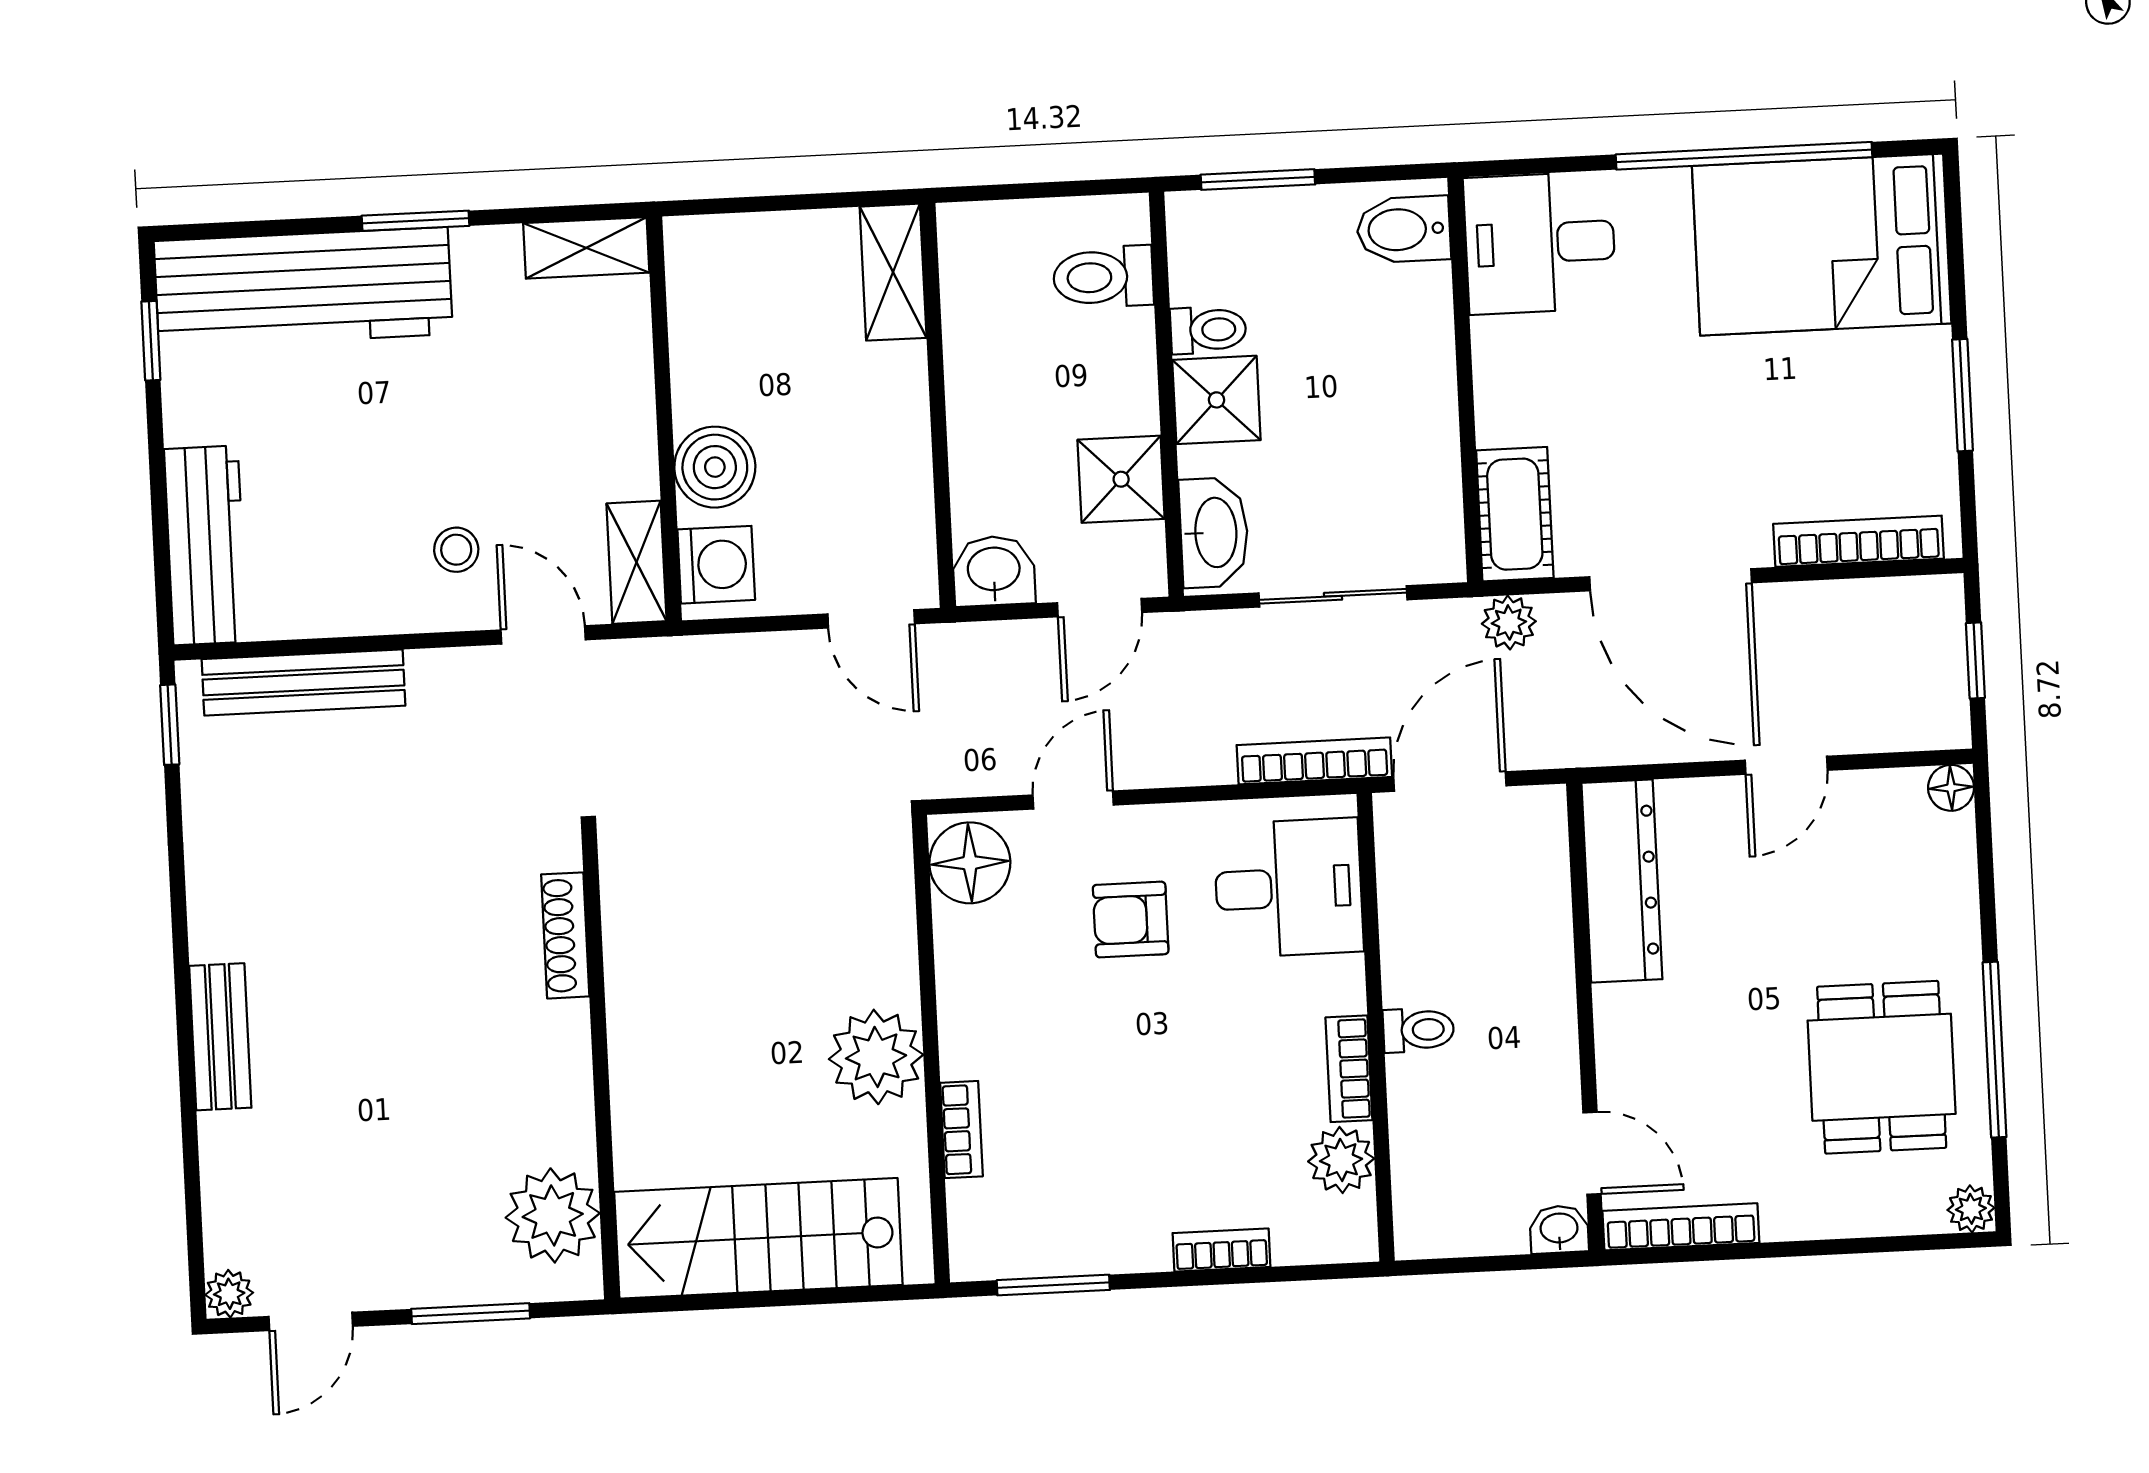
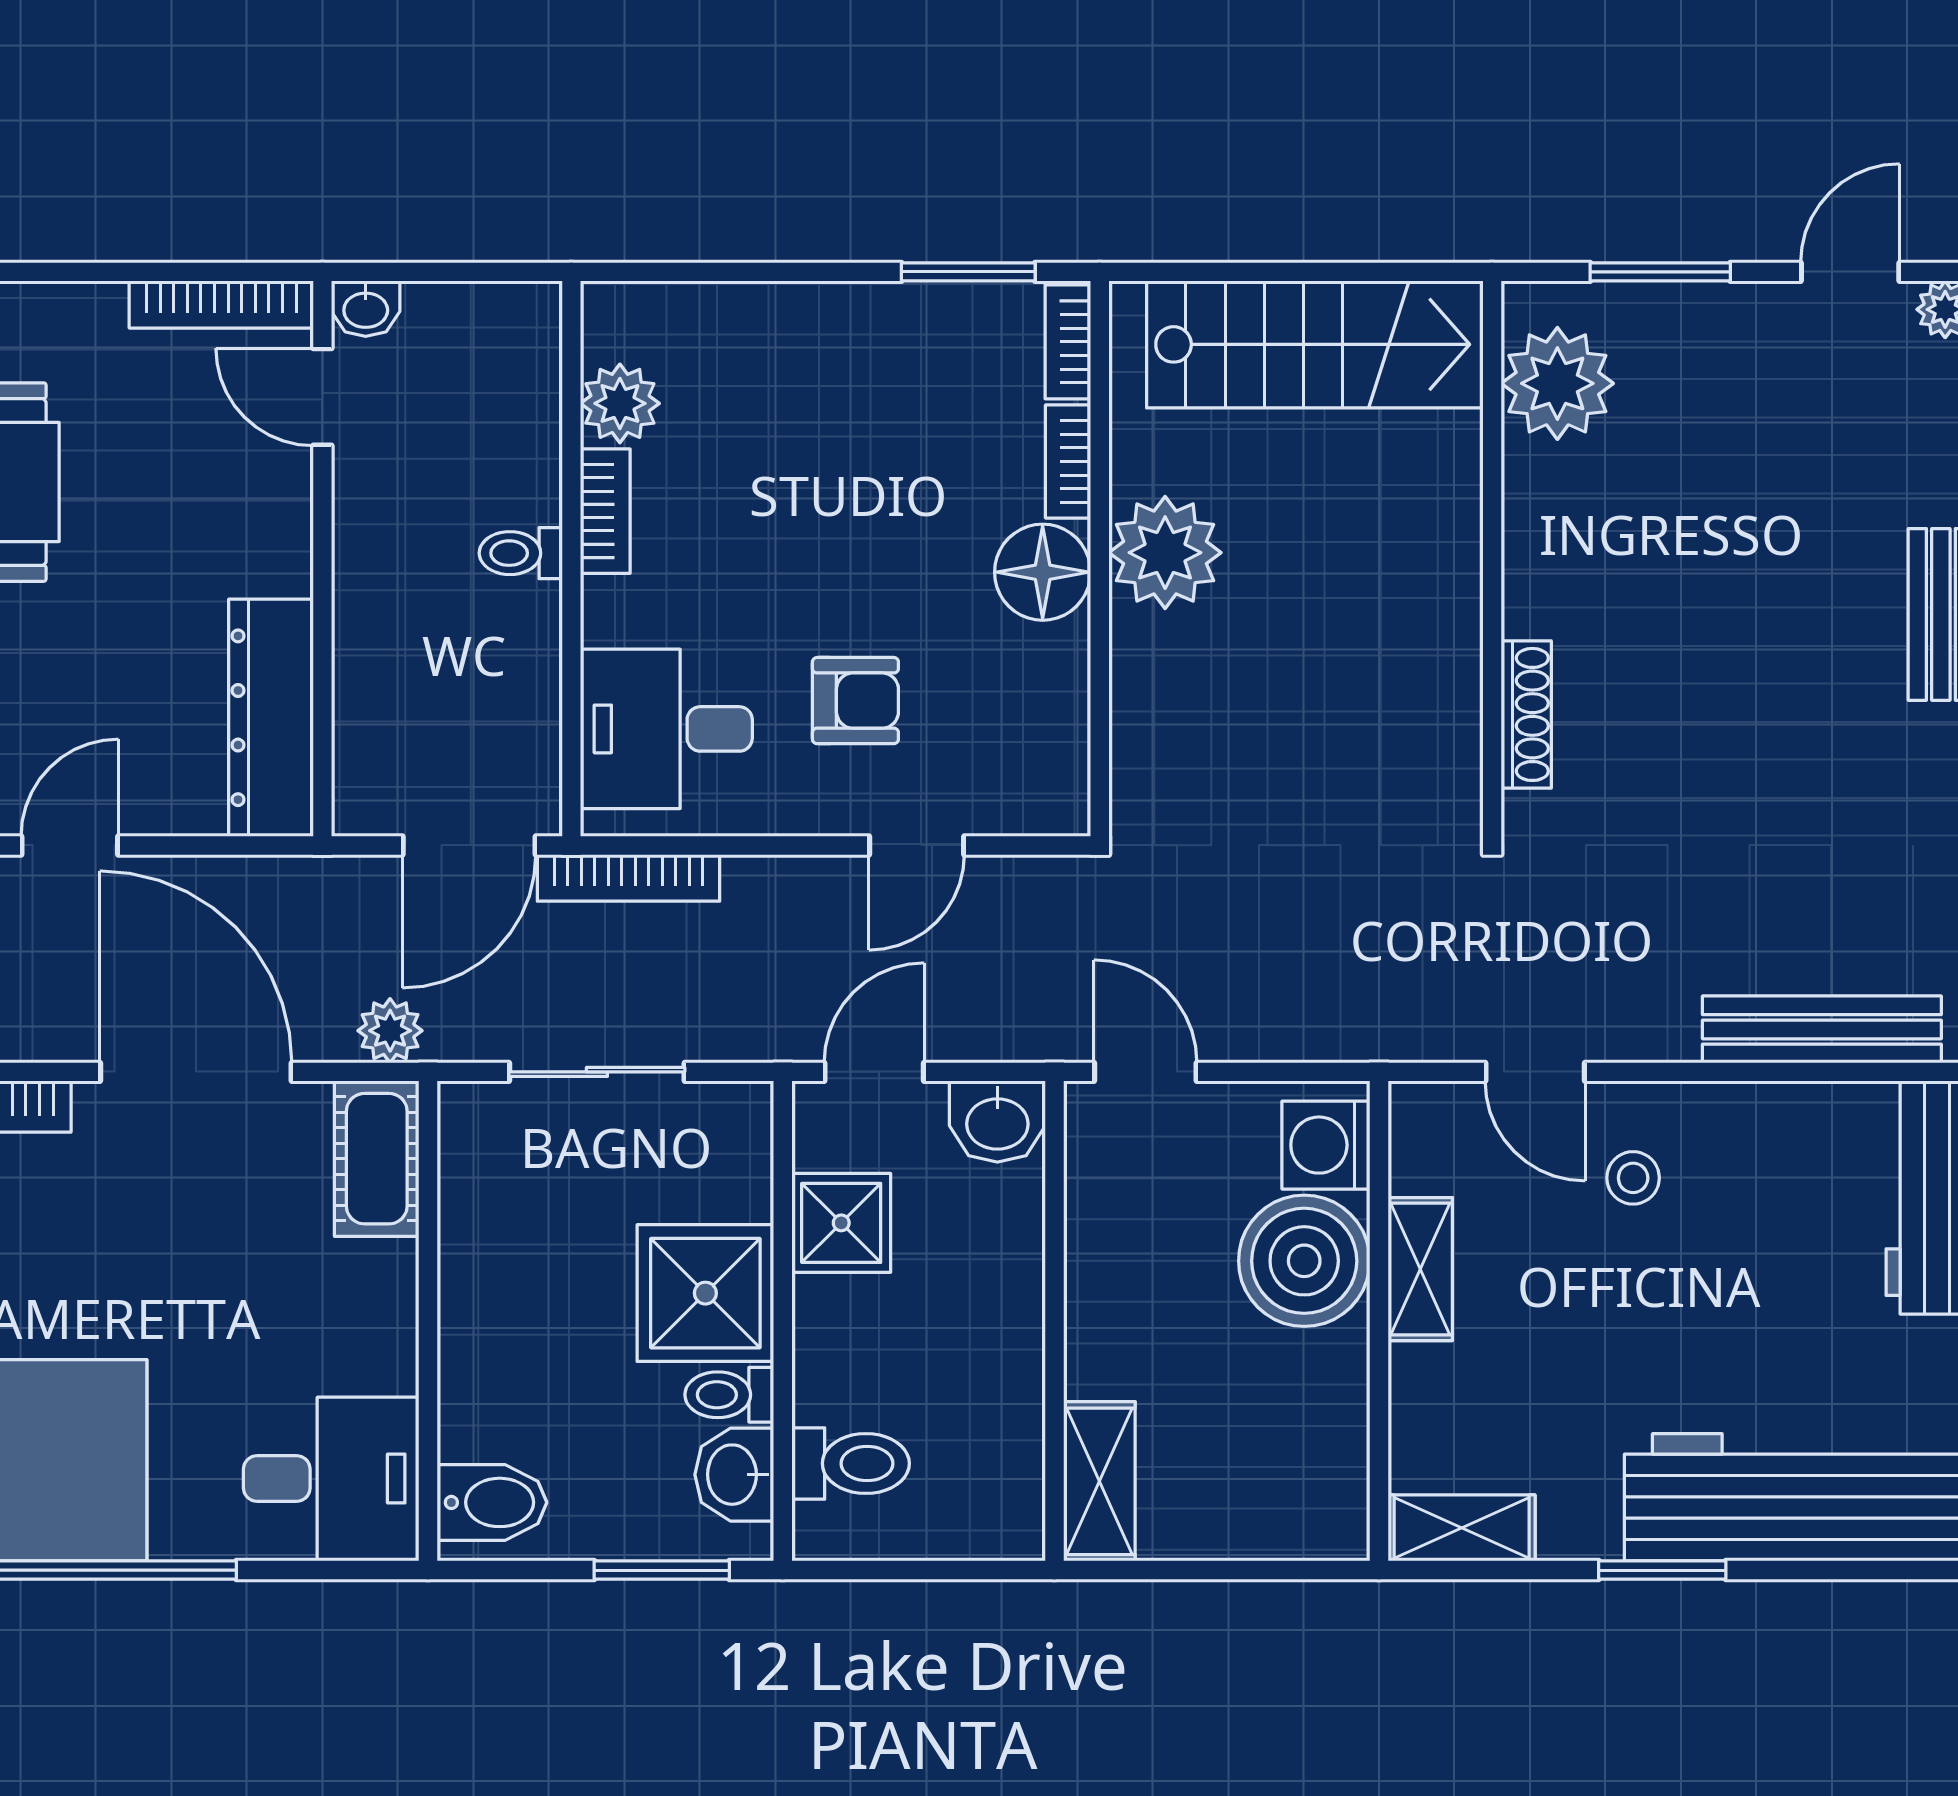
shower: (1216, 400) -> (705, 1293), width x1.36, depth x1.36
boiler: (715, 467) -> (1304, 1261), width x1.37, depth x1.37
washbasin: (1214, 533) -> (734, 1475), moved, width x0.72
shelving: (636, 562) -> (1420, 1269), moved
floor lamp: (970, 863) -> (1043, 572), moved
bookcase: (1222, 1250) -> (1068, 342), moved, turned 90

